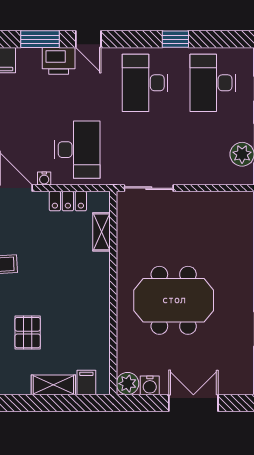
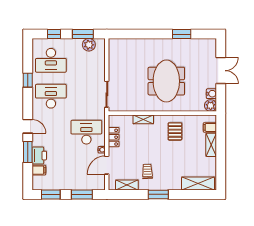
door: (88, 39) -> (28, 126), hinge flipped
printer: (59, 61) -> (39, 156), moved
desk: (145, 83) -> (51, 96), turned 180
shelving: (101, 232) -> (143, 119), moved
pallet: (28, 333) -> (175, 131), moved, turned 90
double door: (193, 403) -> (221, 71), swing flipped

